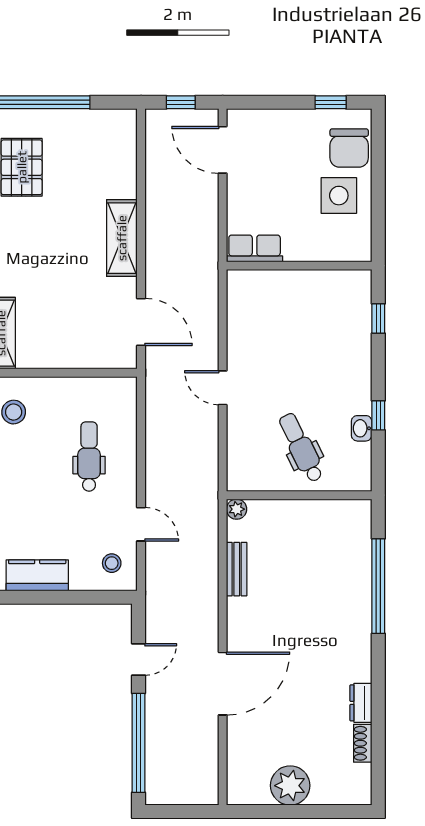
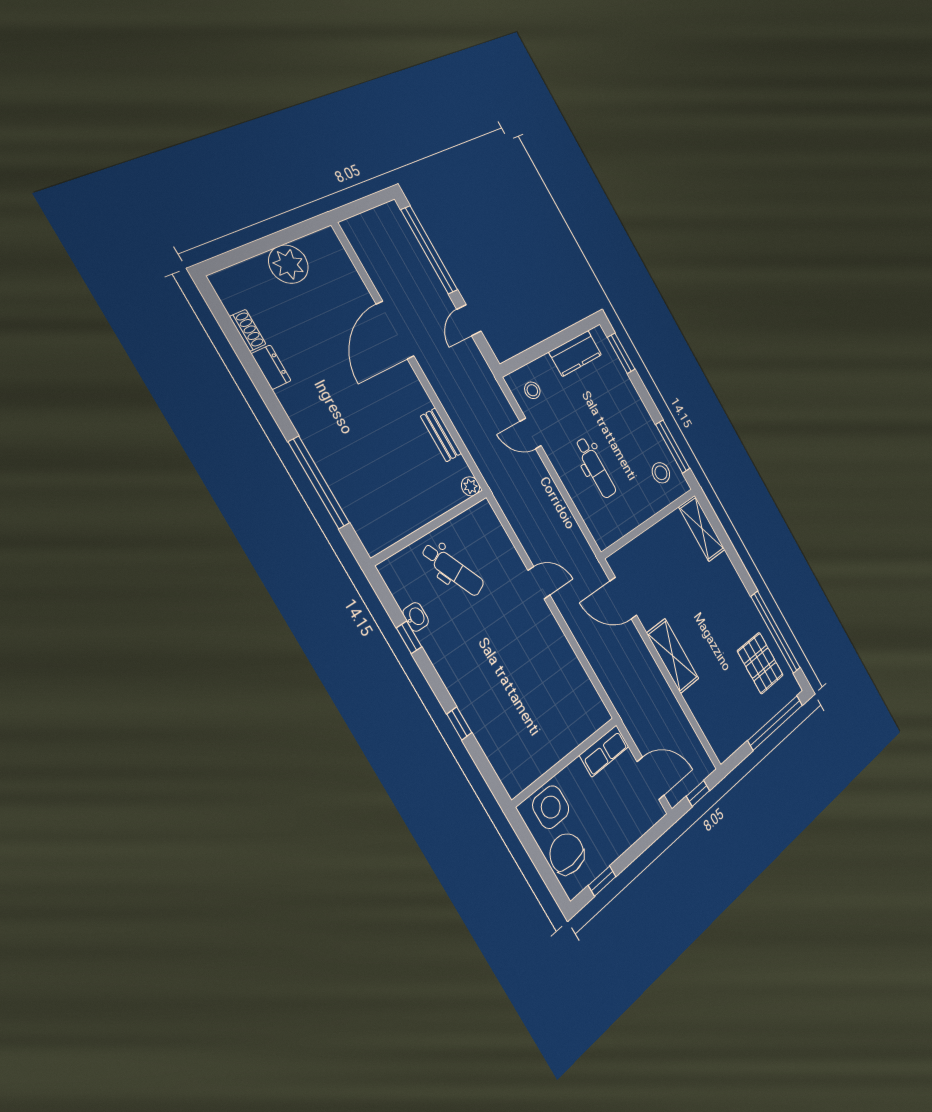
row of seats: (255, 248) -> (604, 751), moved
wall: (299, 266) -> (566, 761), moved

